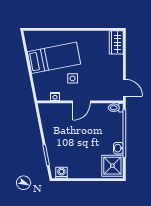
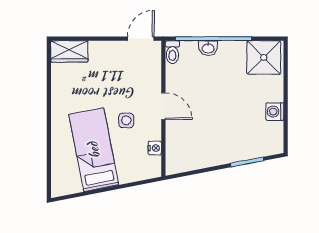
washbasin: (118, 148) -> (208, 48), moved
washing machine: (61, 173) -> (275, 112), moved

